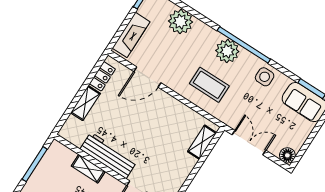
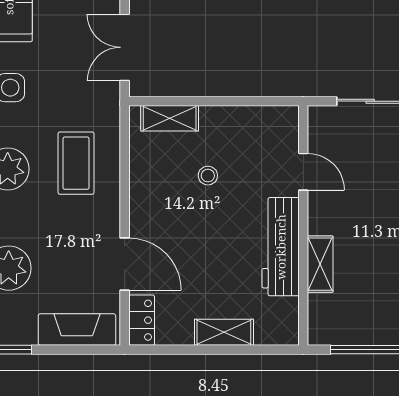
locker: (102, 76) -> (142, 320), moved, turned 90
stool: (164, 143) -> (208, 176), added

